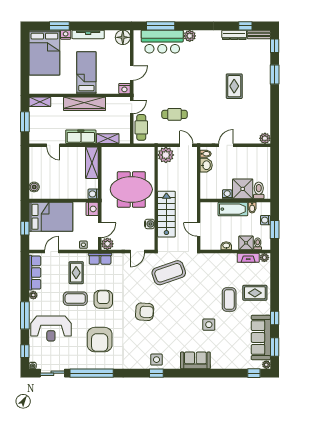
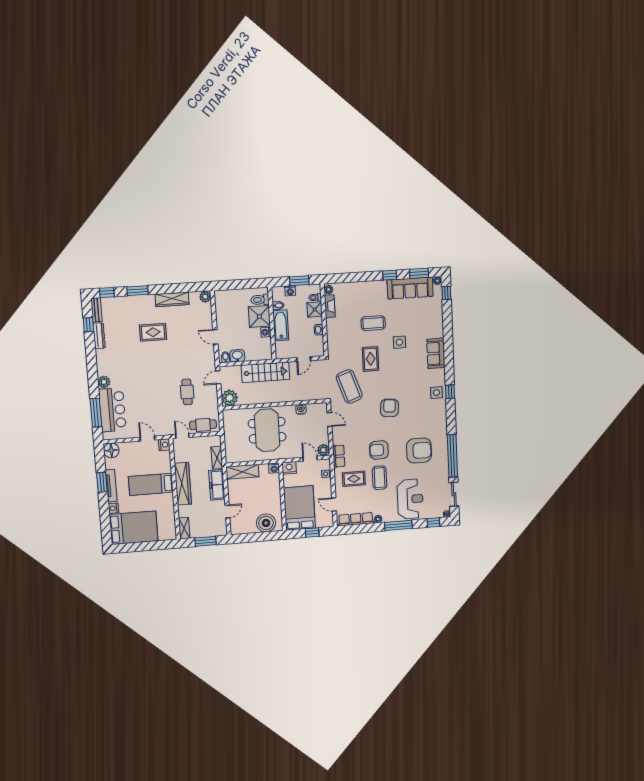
window: (59, 26) -> (102, 482), moved
wardrobe: (264, 106) -> (172, 299), added
boiler: (34, 187) -> (266, 523), width x1.86, depth x1.86
stairs: (166, 214) -> (265, 372), moved, turned 180
rug: (255, 293) -> (371, 359), moved

